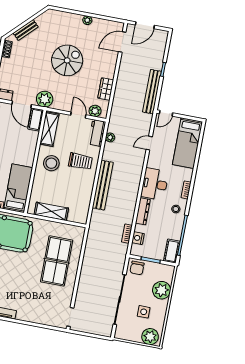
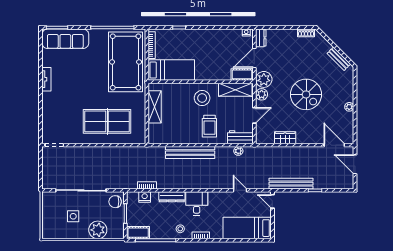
bench: (26, 30) -> (339, 59), moved
plant: (95, 111) -> (262, 94), moved
desk: (155, 184) -> (197, 203), width x0.73
plant: (150, 337) -> (50, 227), removed

